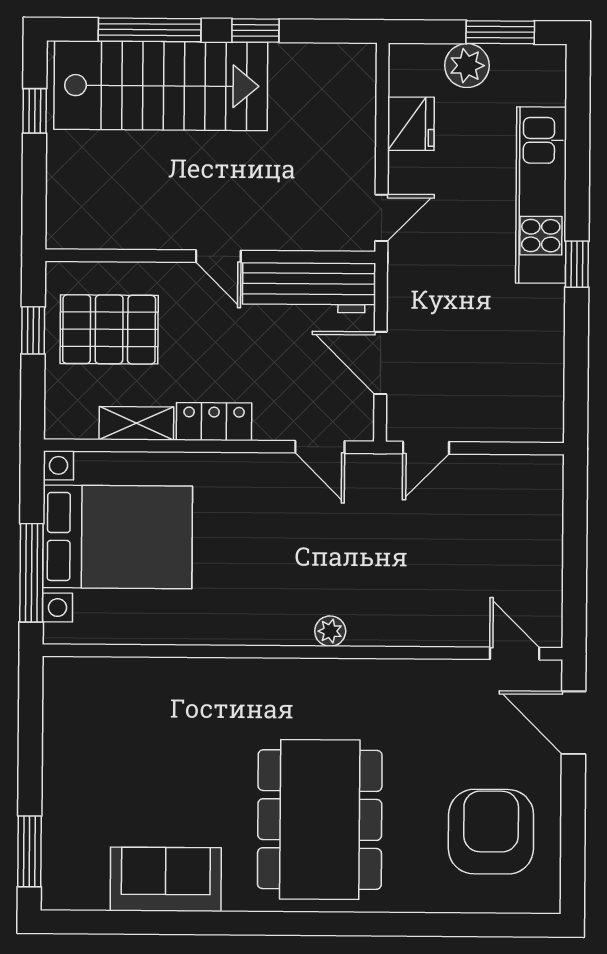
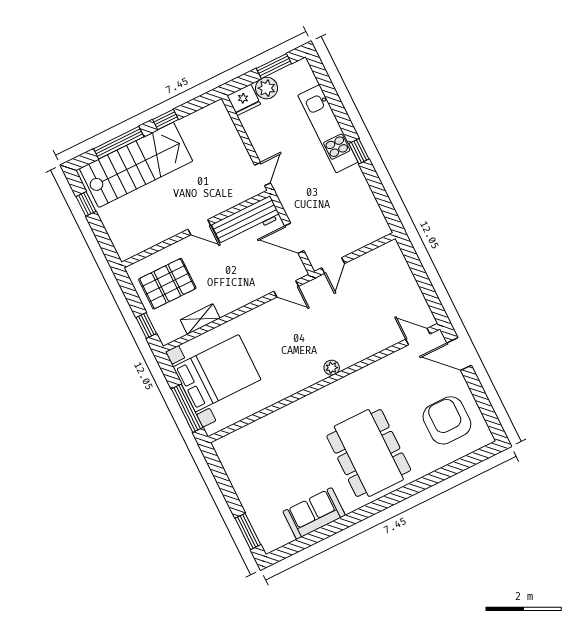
fridge: (411, 124) -> (244, 100), moved, turned 90
window: (33, 330) -> (146, 326), moved
locker: (214, 422) -> (234, 301), removed

